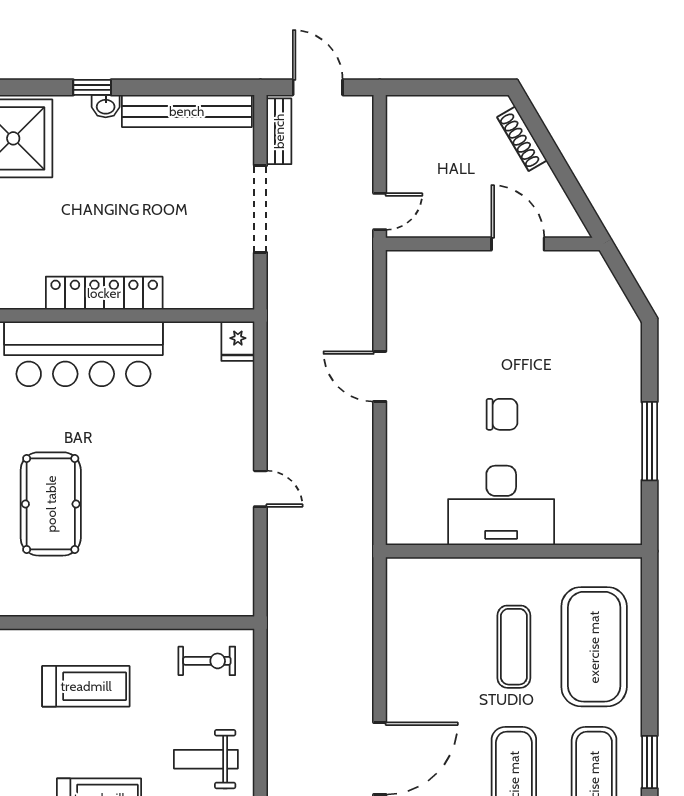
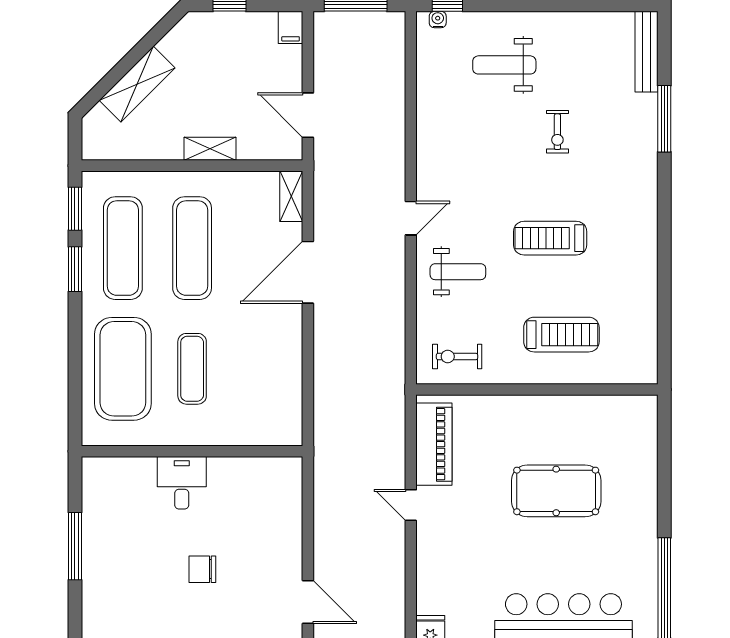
pool table: (51, 504) -> (556, 491), moved, turned 90
desk: (501, 505) -> (182, 483), width x0.53, depth x0.77
piano: (234, 559) -> (434, 444), added
treadmill: (86, 686) -> (561, 335), turned 180

